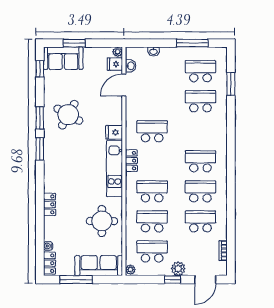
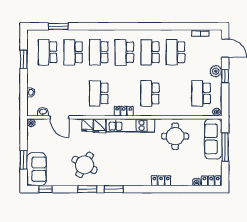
window: (192, 43) -> (24, 59), width x0.69
fridge: (115, 64) -> (87, 125), moved
school desk: (152, 221) -> (99, 52), moved
window: (76, 280) -> (225, 147), moved

